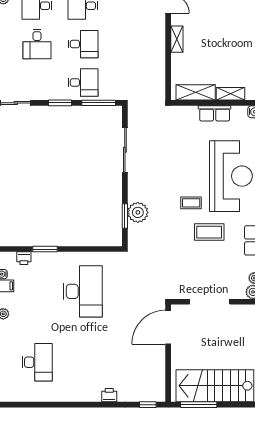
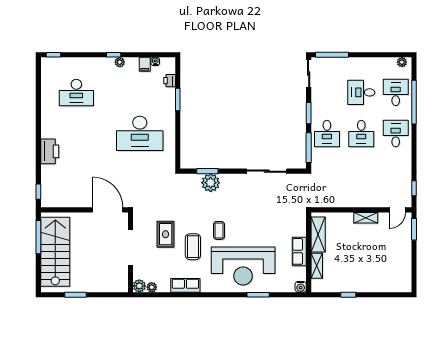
rug: (195, 263) -> (166, 234), added
printer: (109, 395) -> (50, 151), width x1.87, depth x1.48

